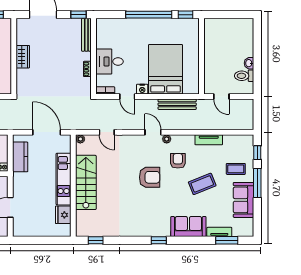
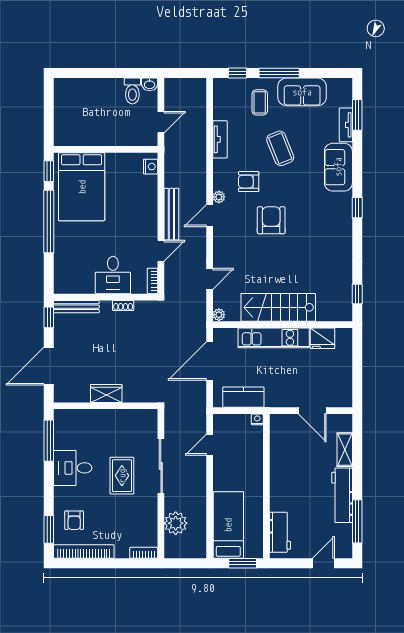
washbasin: (249, 63) -> (150, 84), moved
bed: (166, 69) -> (82, 187), moved, turned -90
nightstand: (142, 89) -> (151, 167), moved
bench: (177, 104) -> (171, 214), moved

